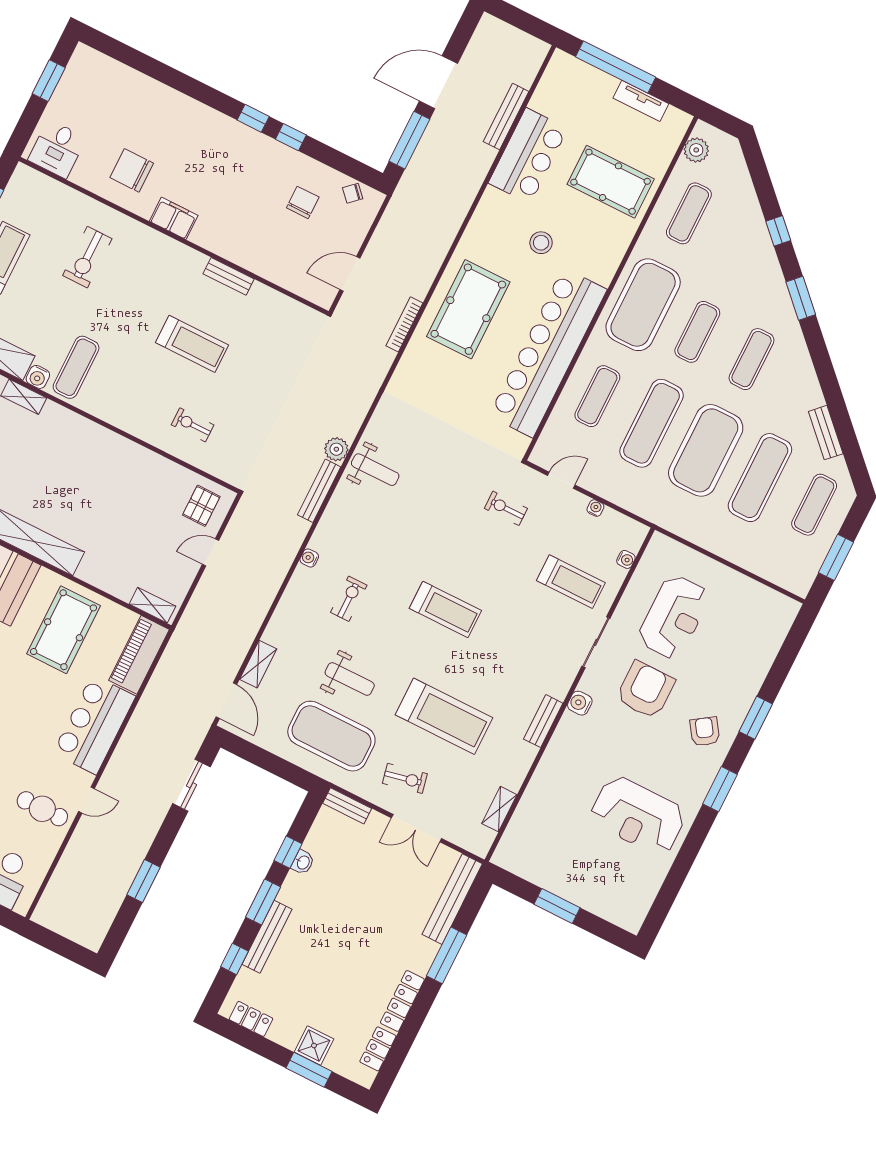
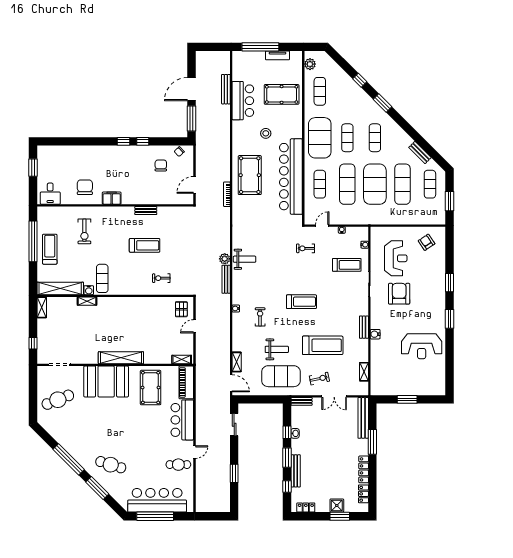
chair: (132, 170) -> (85, 187), turned 90
water cooler: (580, 703) -> (375, 334), moved
armchair: (705, 732) -> (427, 242), moved

